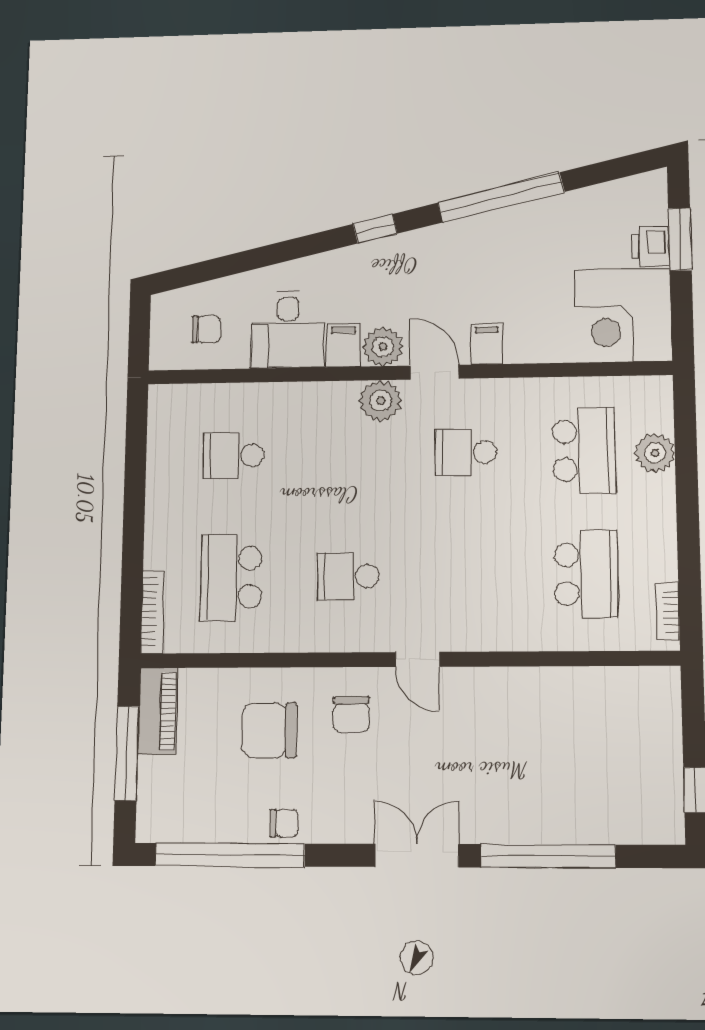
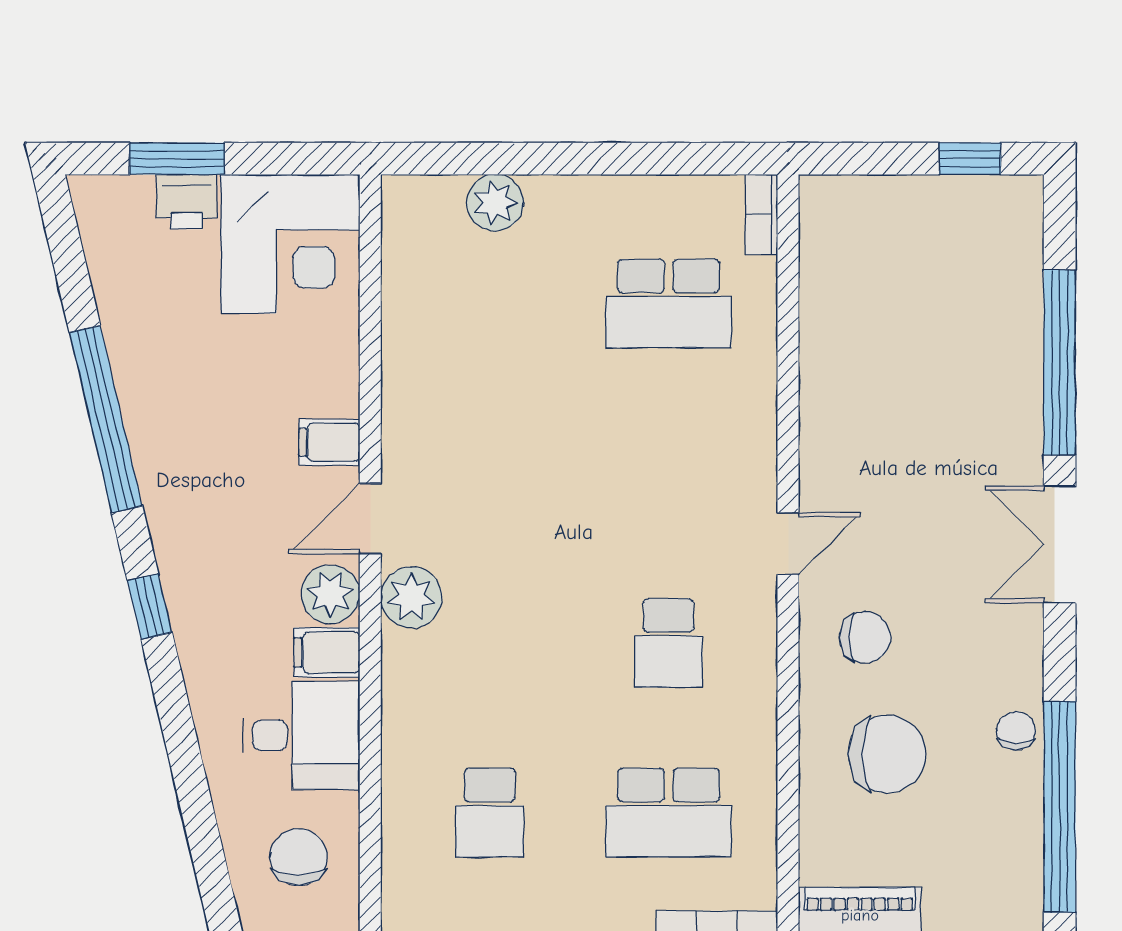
chair: (206, 329) -> (299, 857), width x1.37, depth x1.37
school desk: (584, 450) -> (490, 304), removed
school desk: (466, 452) -> (490, 473), removed
school desk: (586, 574) -> (669, 304), turned 180
bookcase: (668, 611) -> (762, 214), moved, turned 90
chair: (269, 730) -> (887, 754), turned -90

